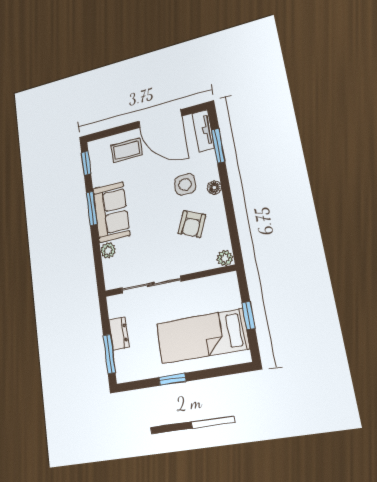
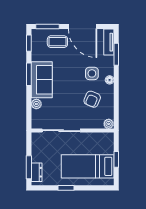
window: (109, 133) -> (47, 26), added
dresser: (119, 334) -> (37, 172), moved

